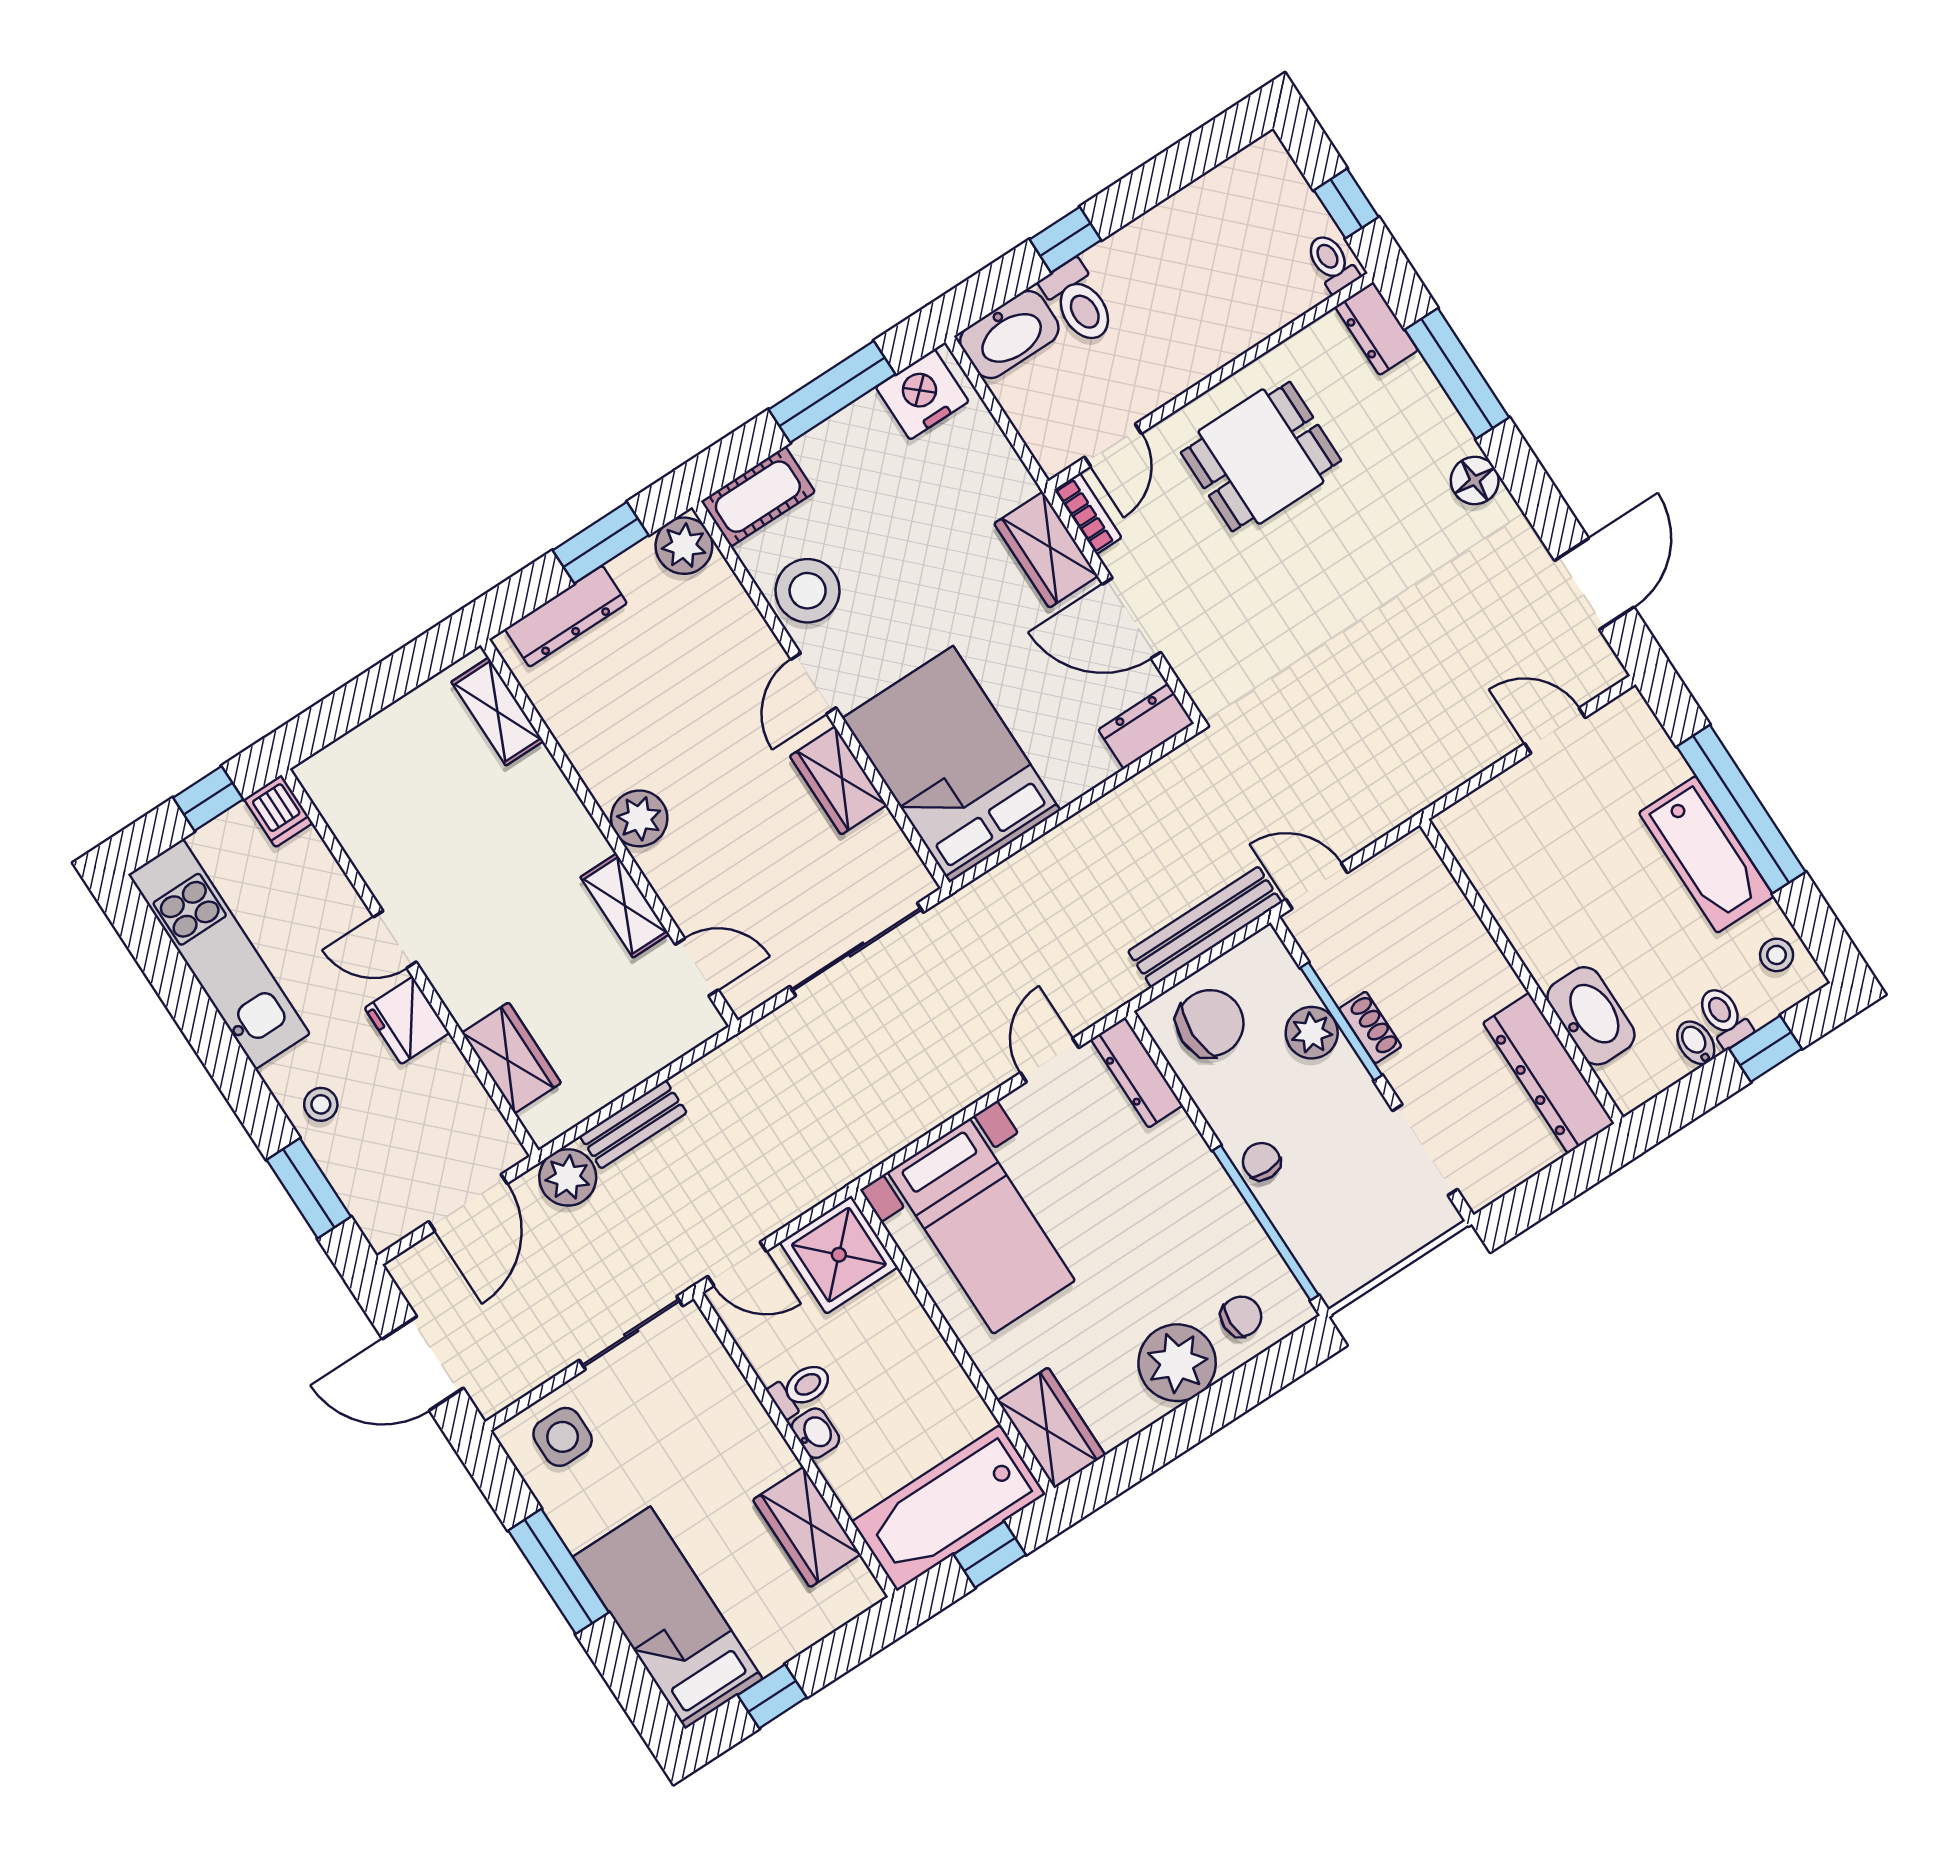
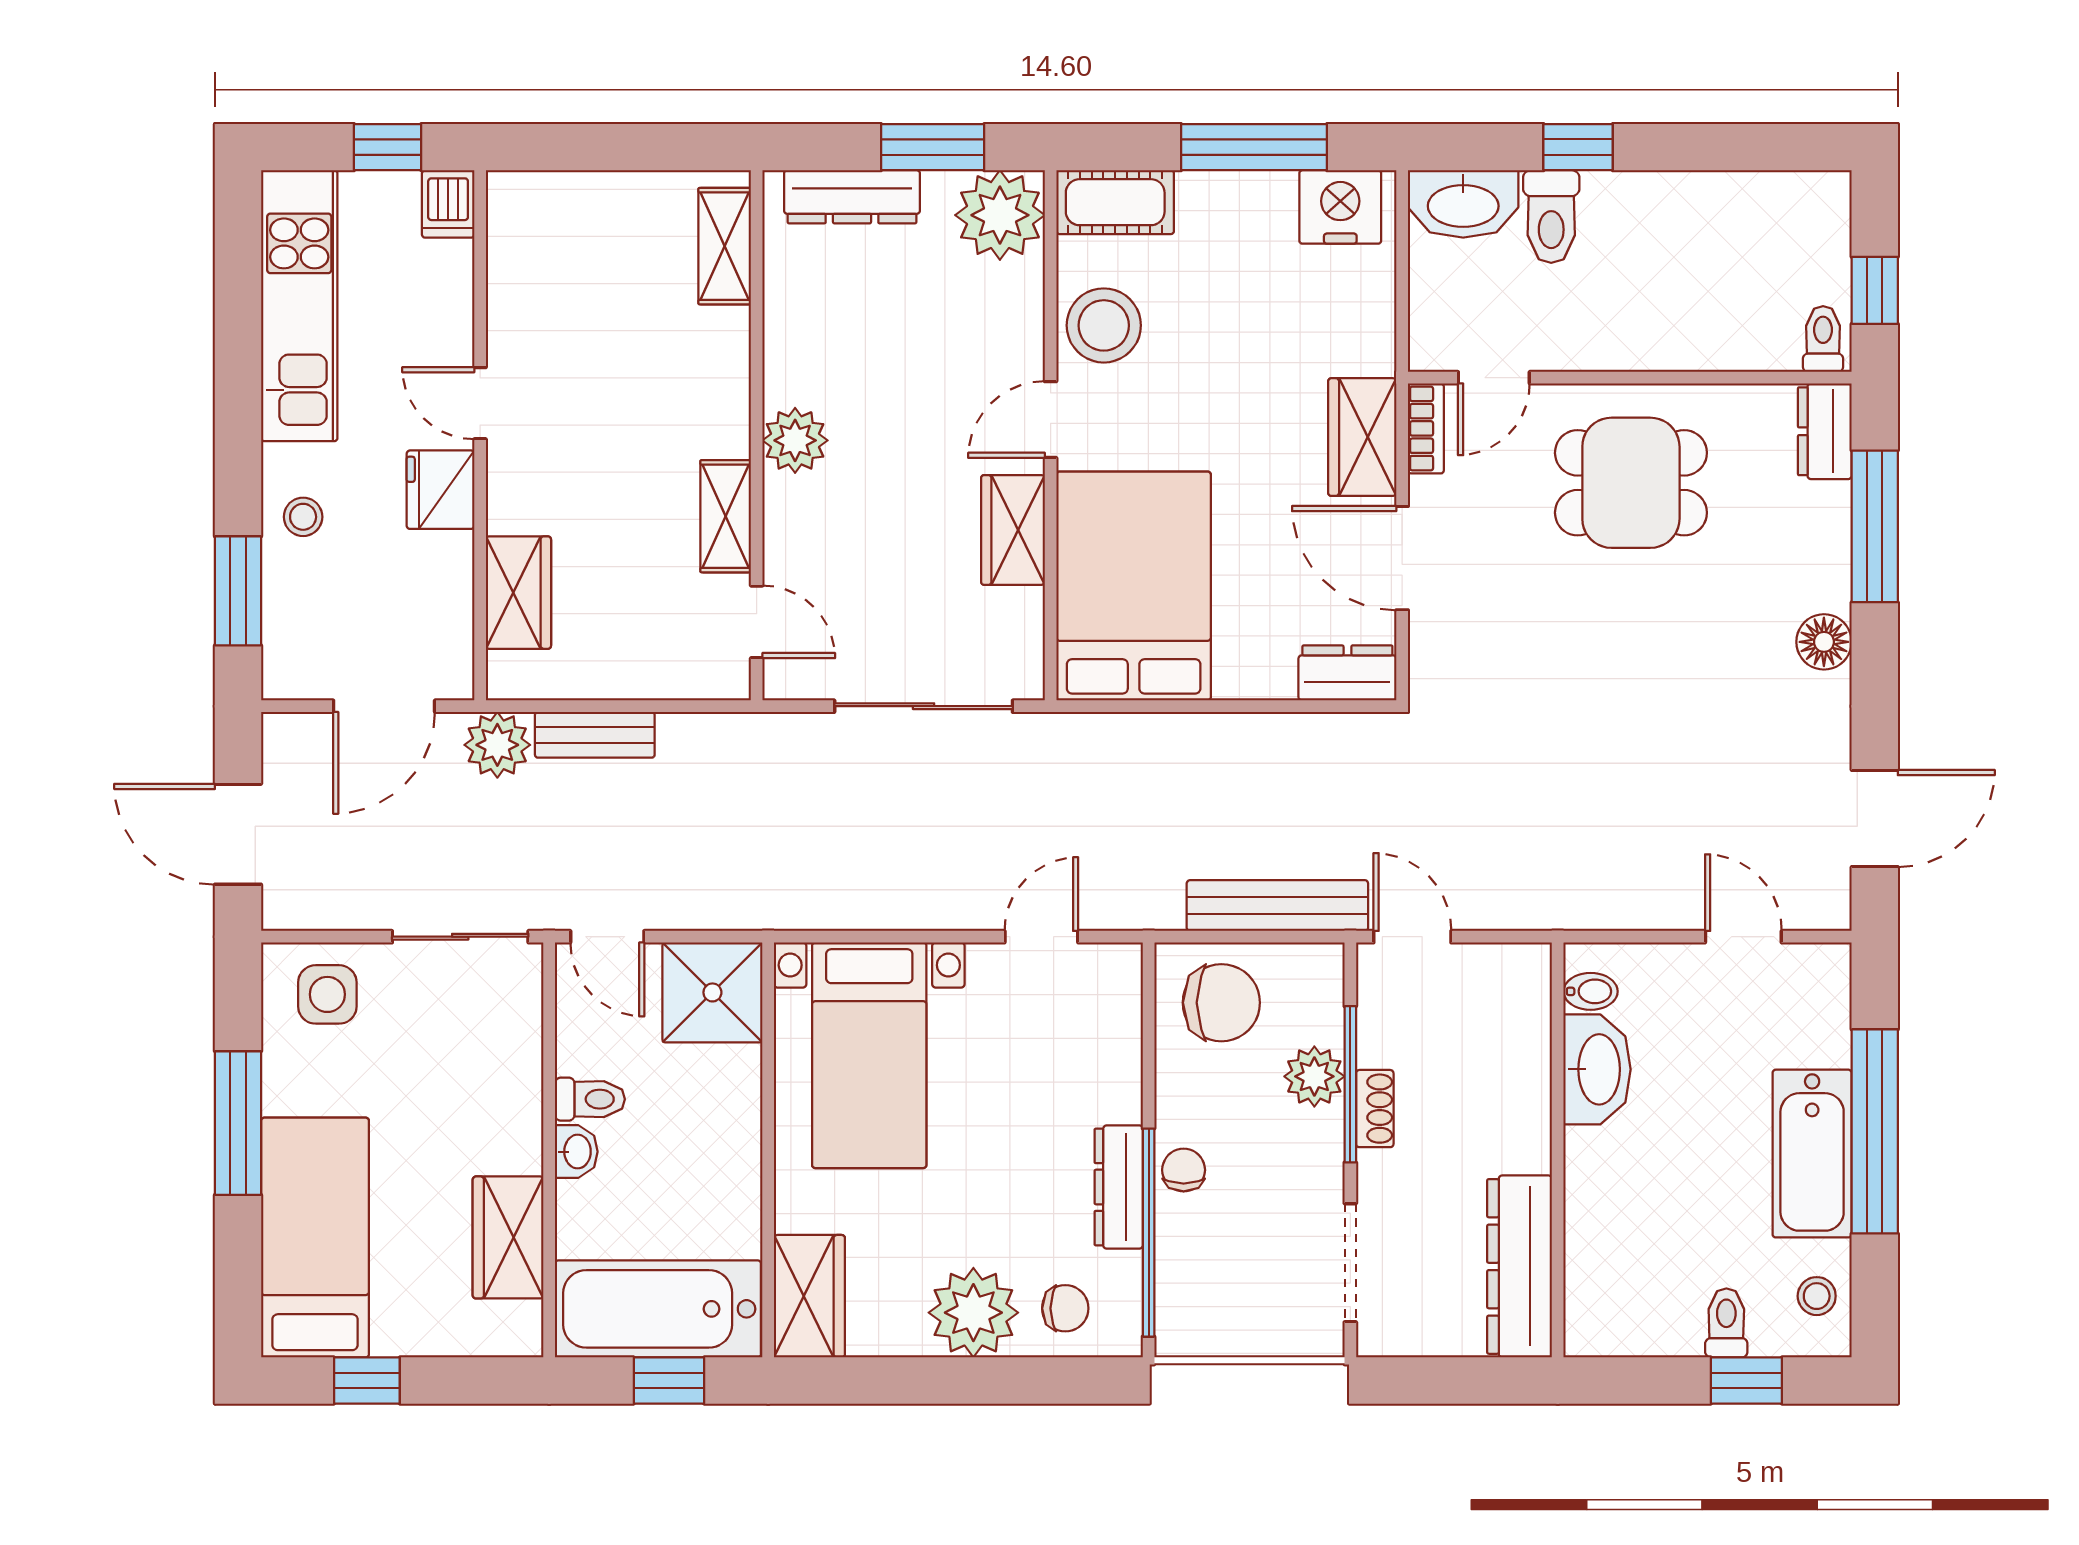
plant: (684, 546) -> (1000, 215), width x1.36, depth x1.36
washbasin: (1591, 1016) -> (1597, 1069), moved
bidet: (1696, 1043) -> (1591, 991), moved, turned 90
dresser: (1137, 1072) -> (1119, 1187), moved

